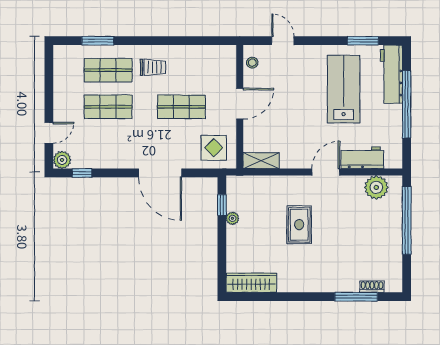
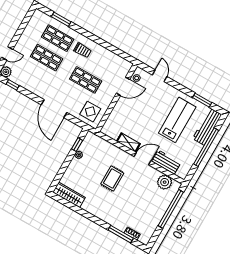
door: (240, 104) -> (123, 86), moved
shelving: (261, 161) -> (128, 143), moved

